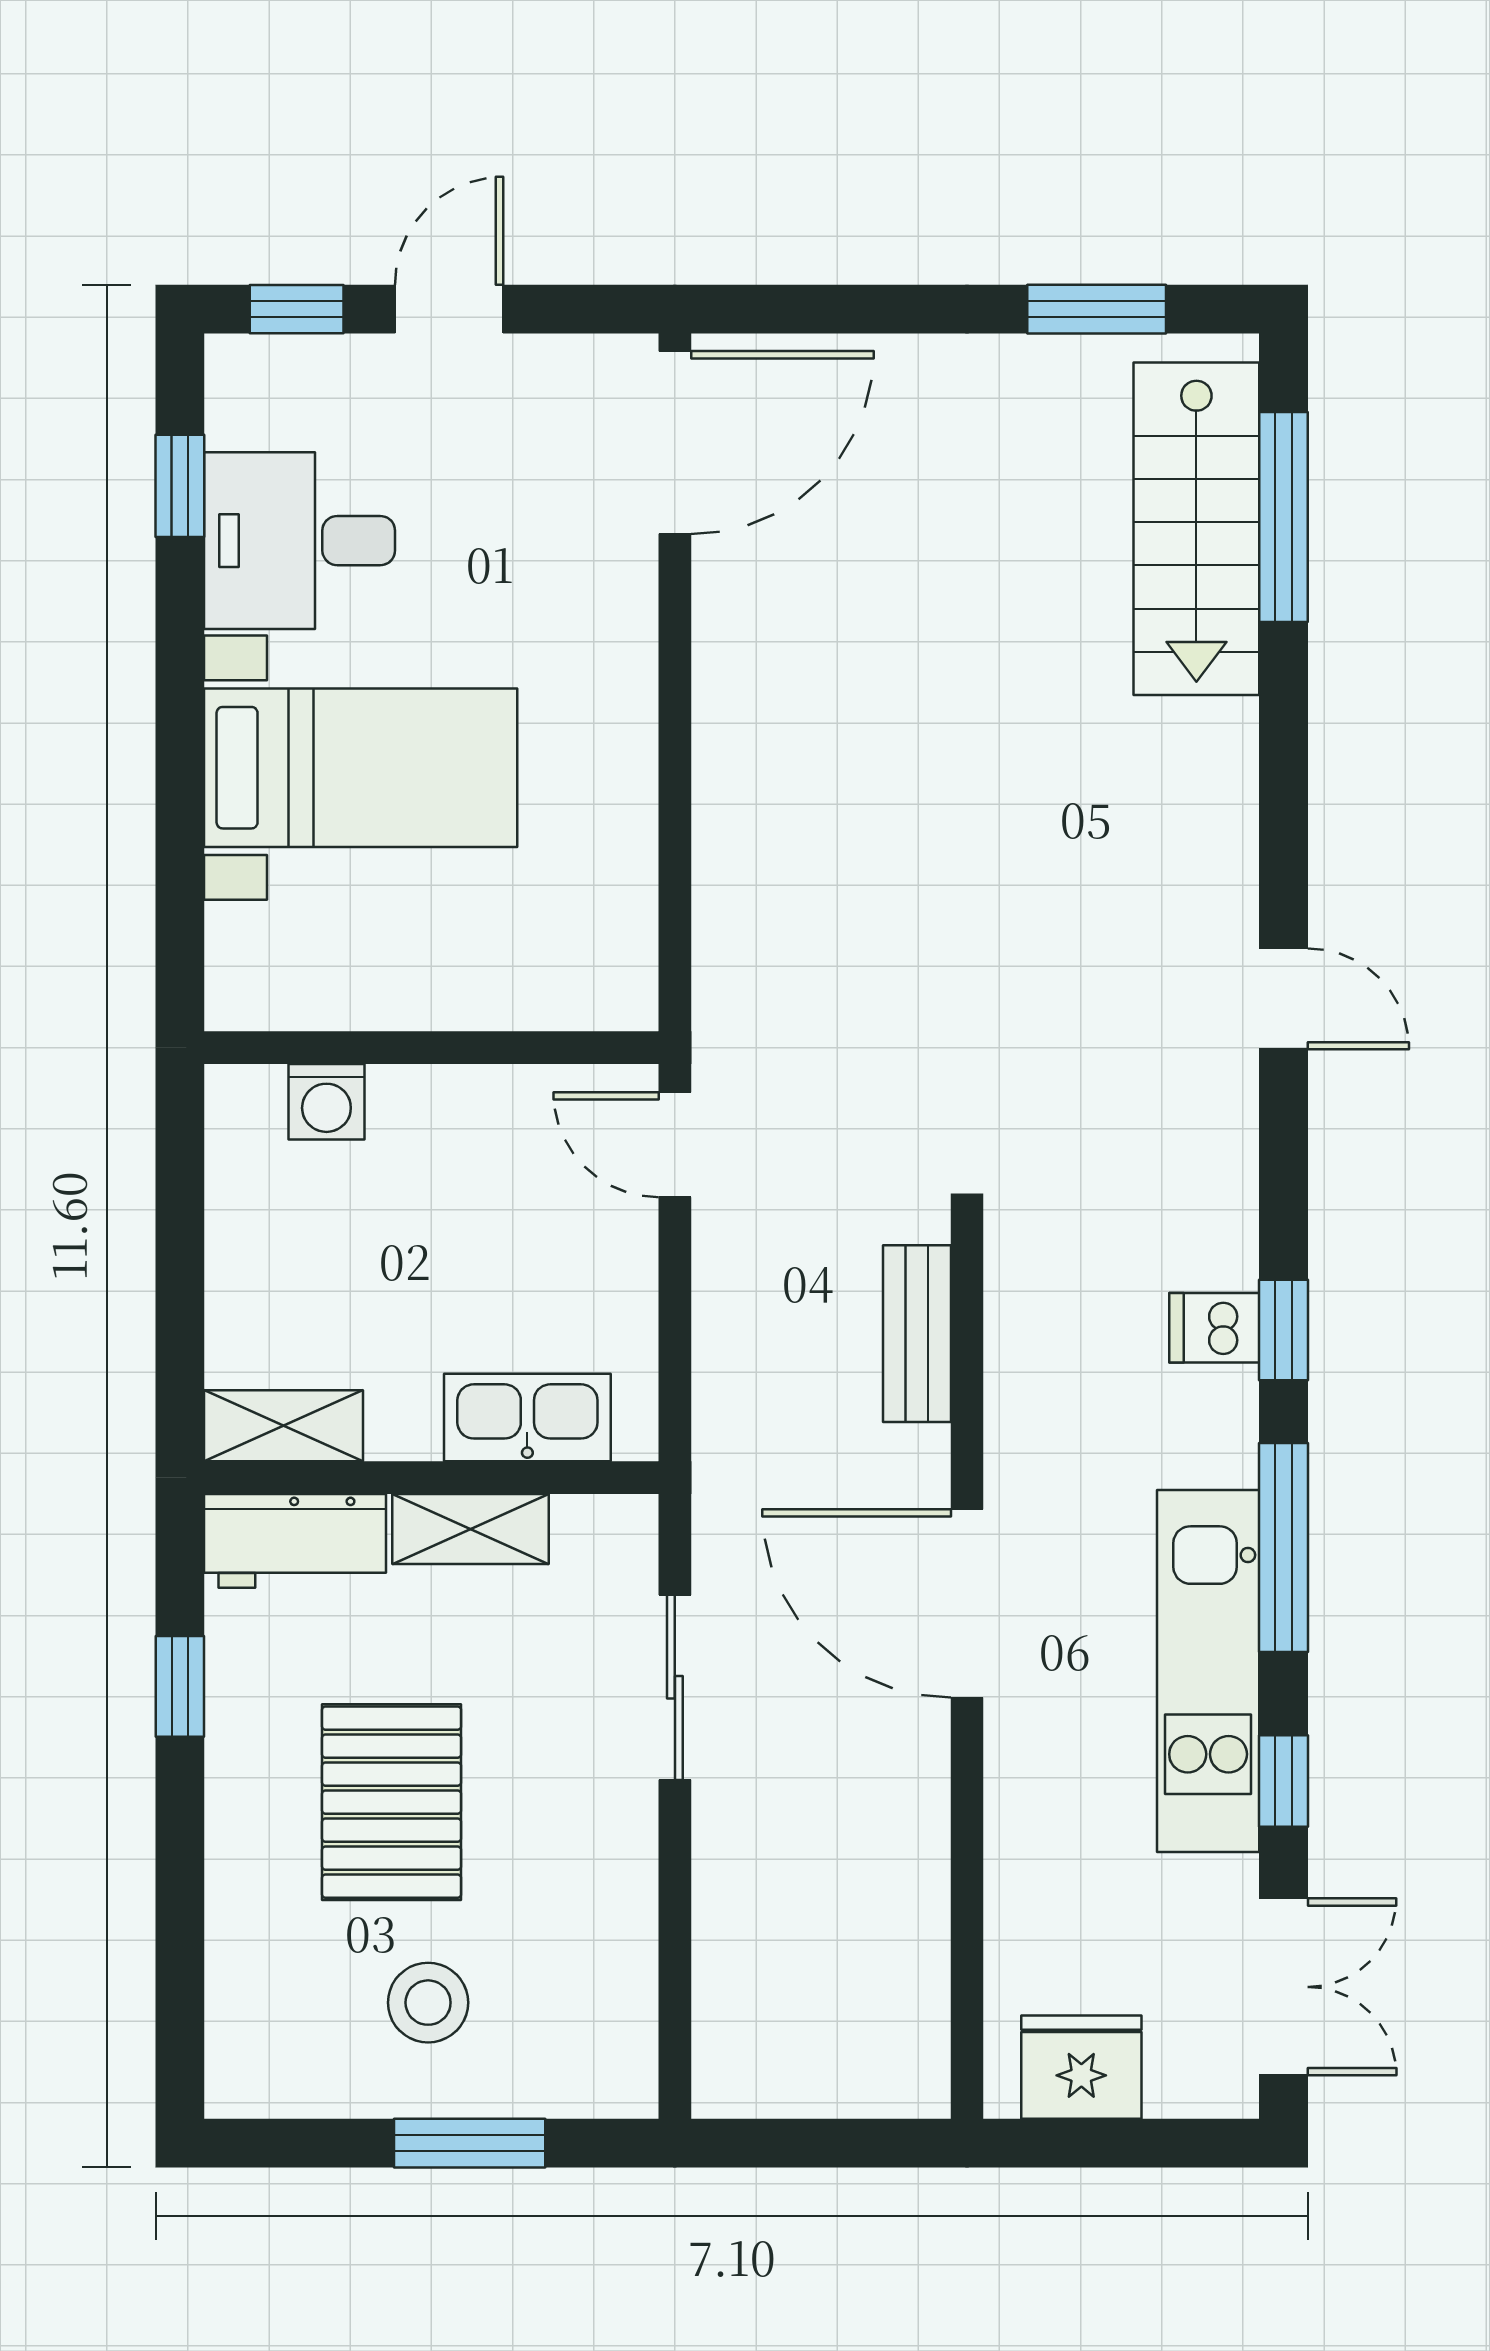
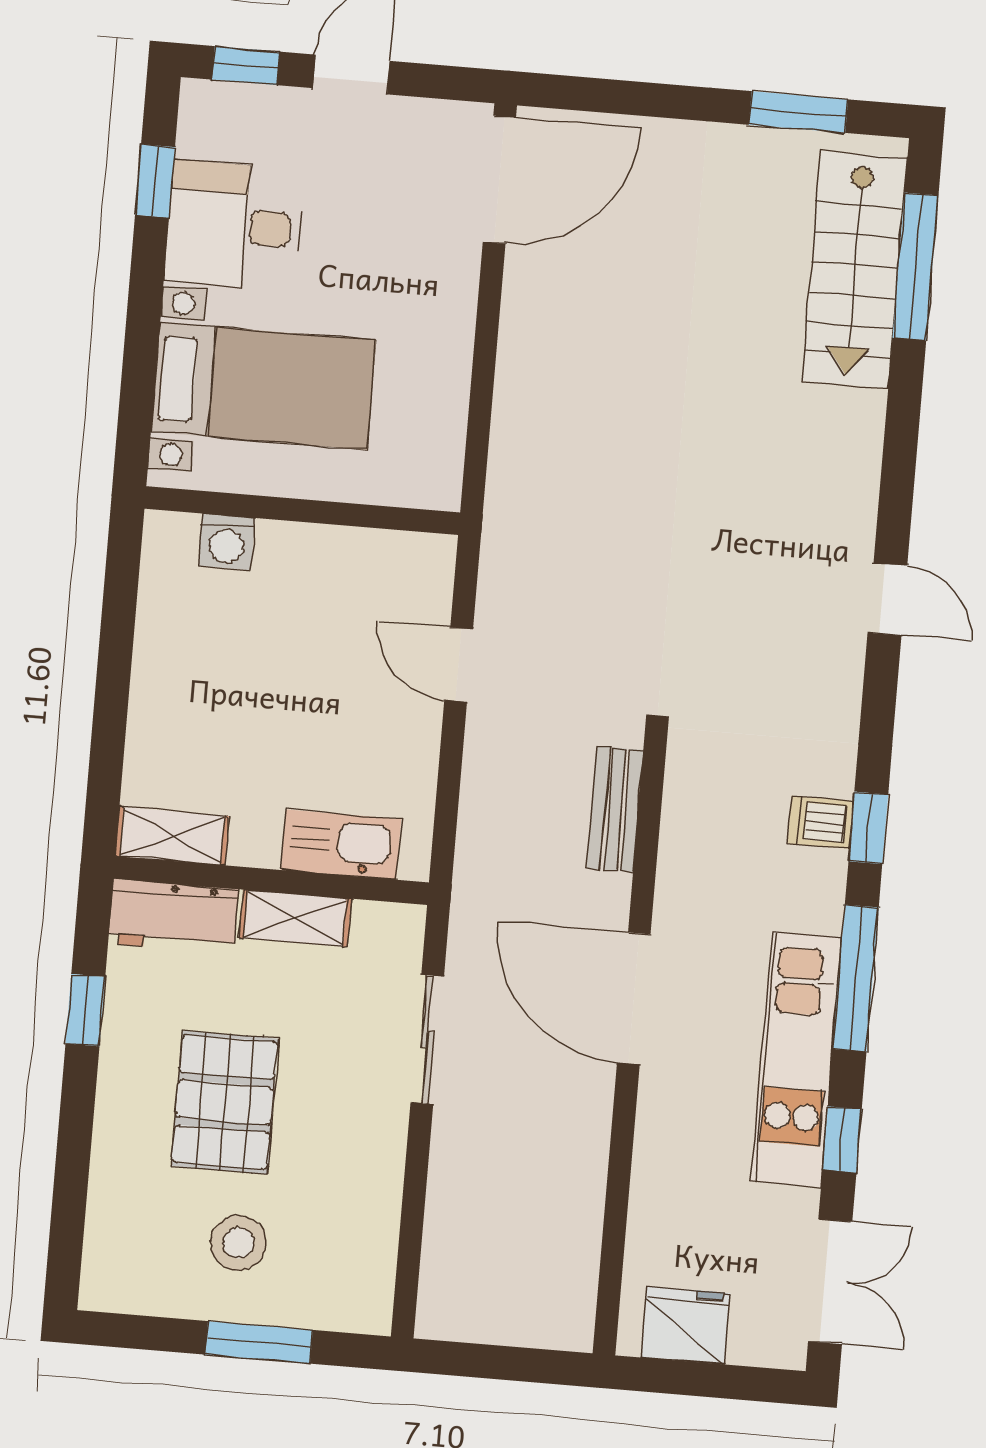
wall: (431, 1048) -> (302, 511), moved
washing machine: (326, 1102) -> (227, 542), moved

